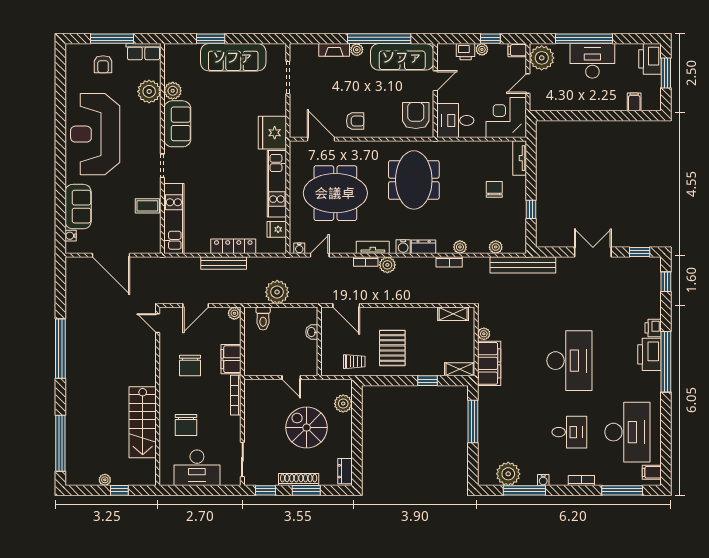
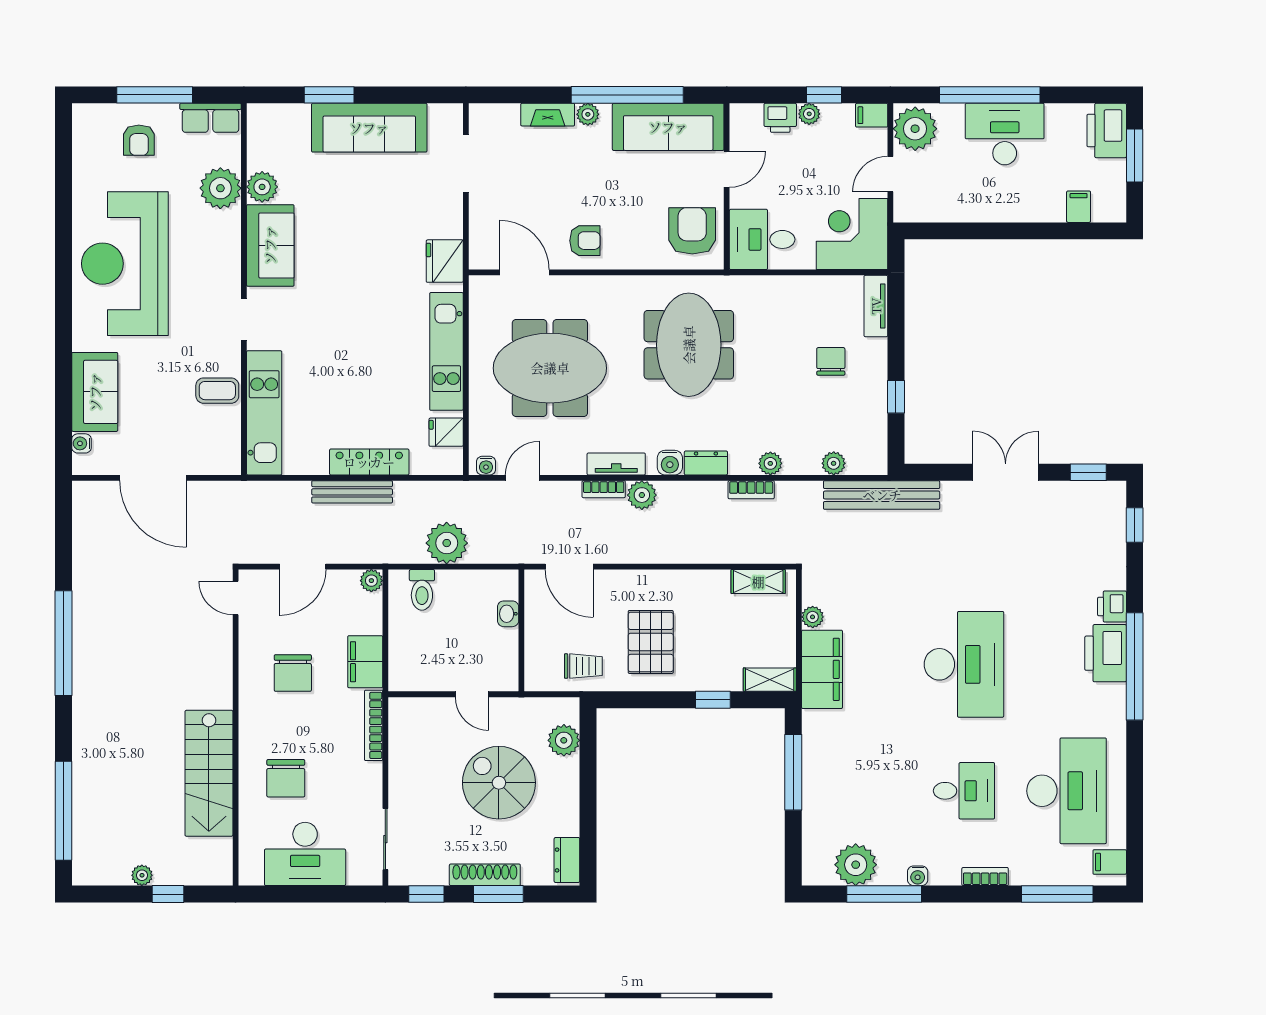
fridge: (272, 133) -> (445, 261), width x0.73, depth x0.75

